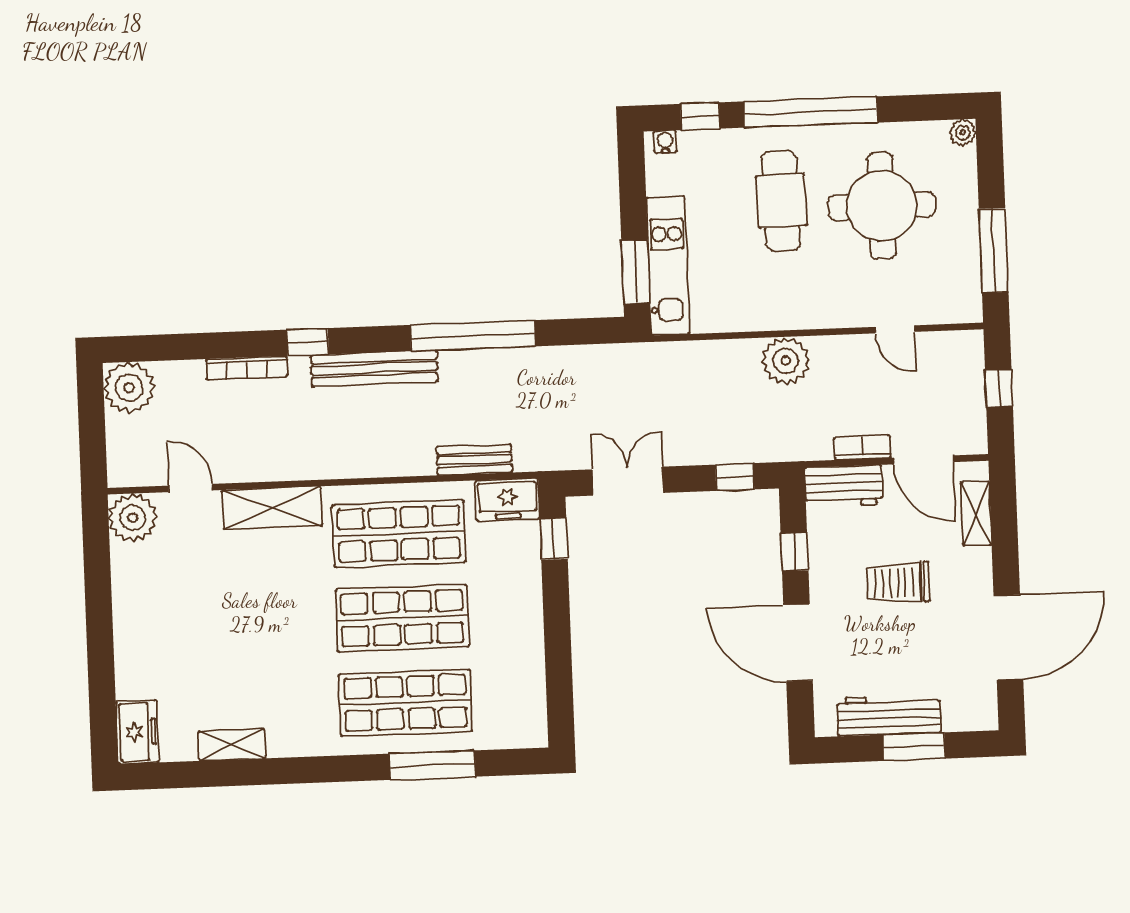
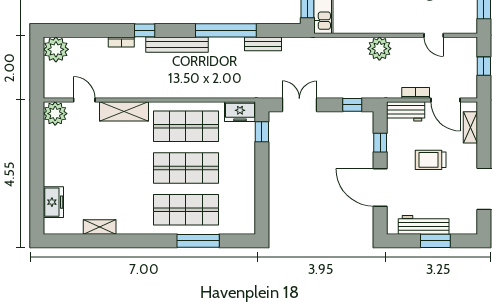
bookcase: (247, 368) -> (121, 42), width x0.64
bench: (474, 460) -> (263, 44), moved
freezer: (137, 732) -> (53, 202), moved

